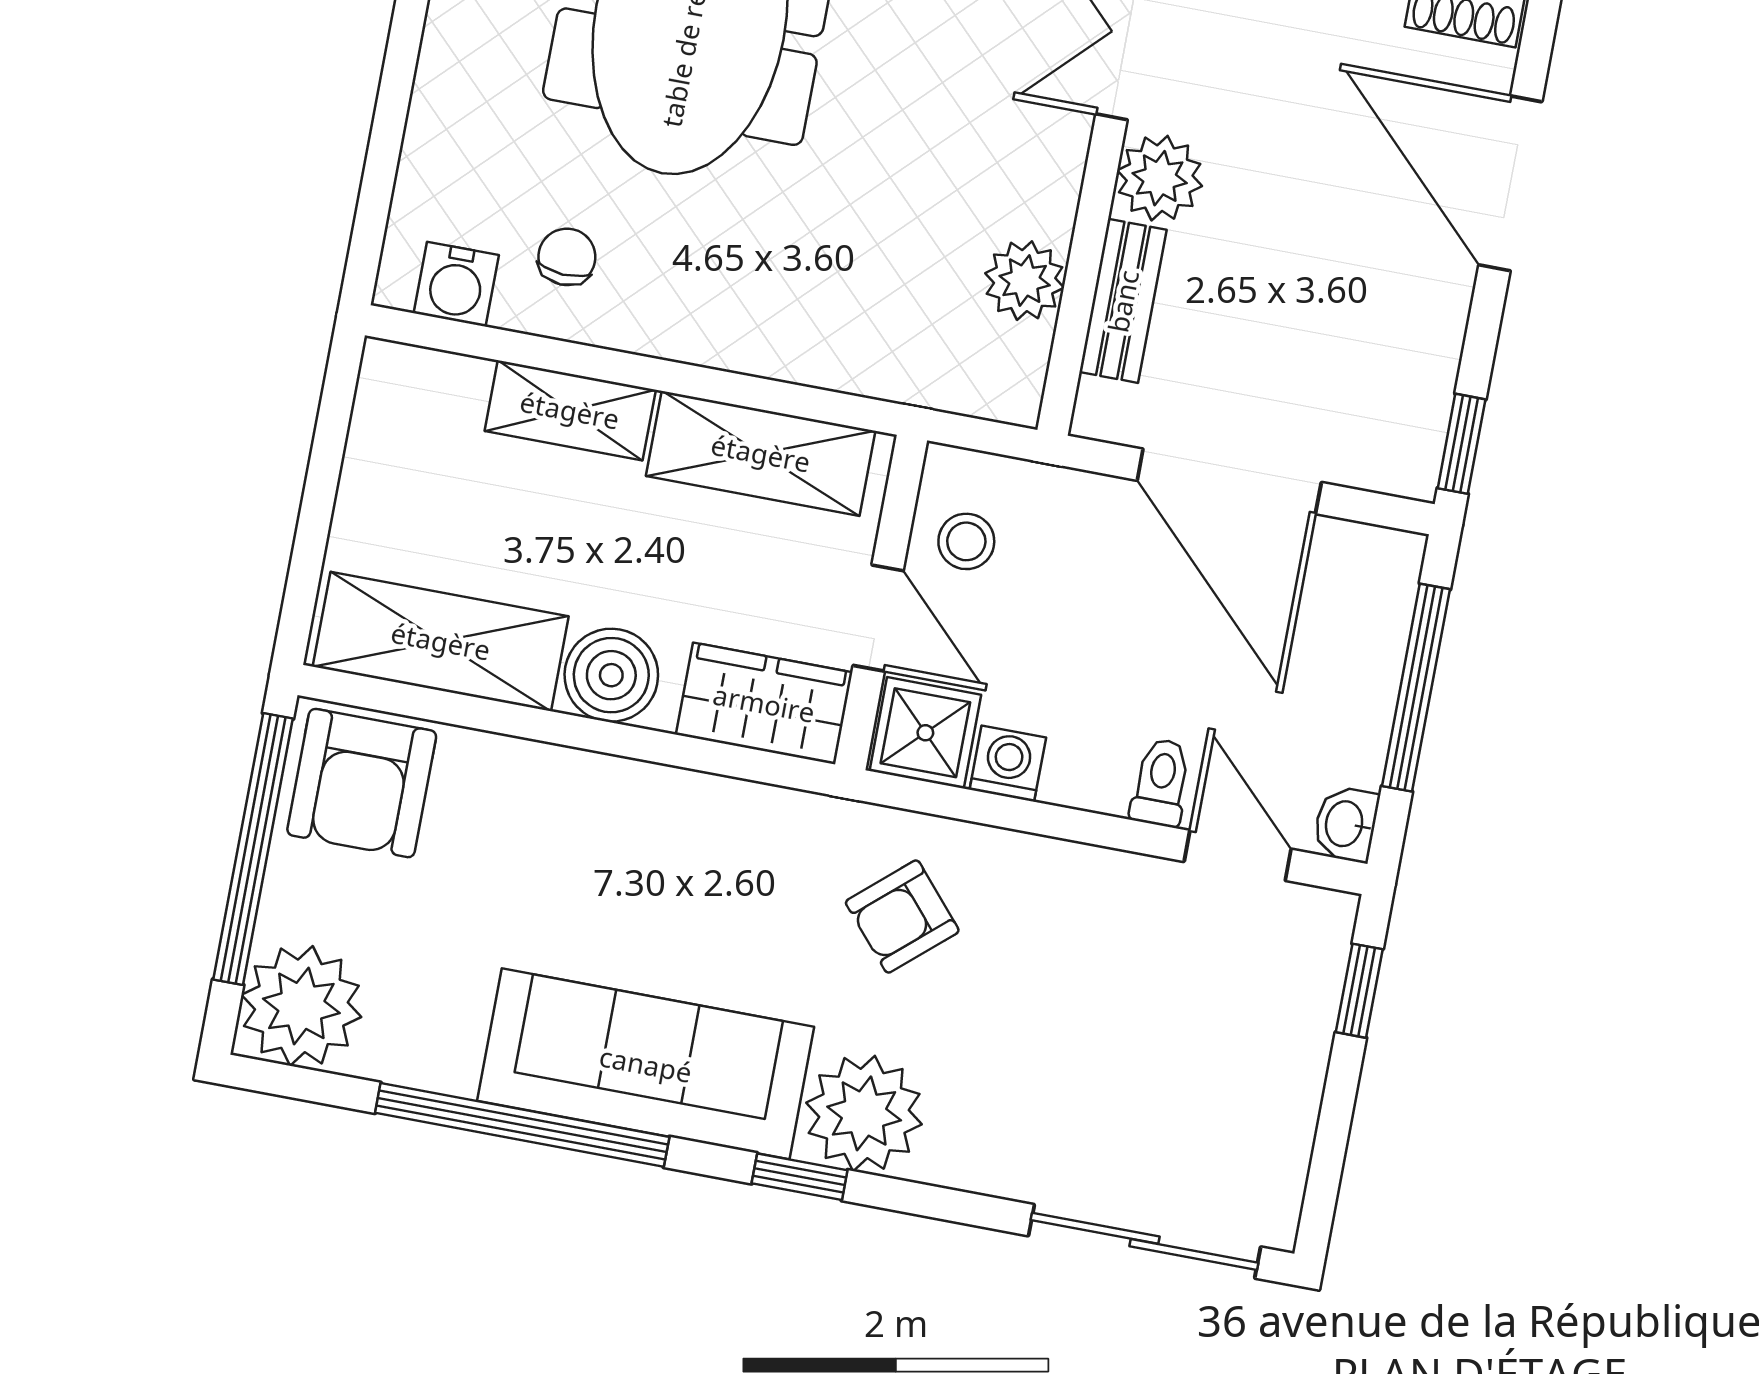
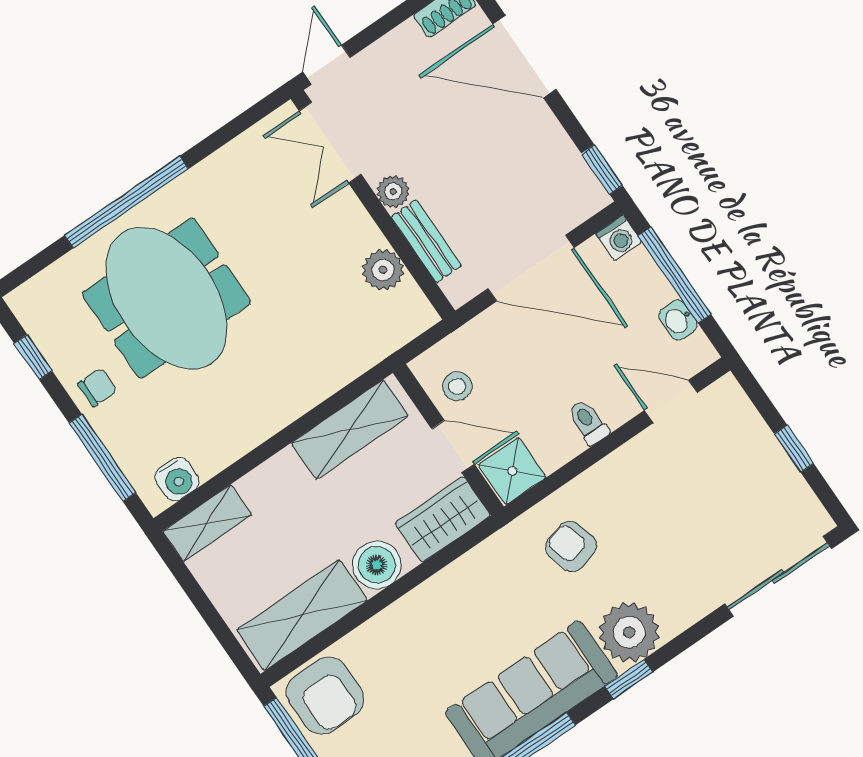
window: (383, 153) -> (102, 458), added
plant: (1160, 178) -> (393, 192), width x0.73, depth x0.73
chair: (567, 257) -> (97, 387), moved, turned 87
shelving: (570, 410) -> (207, 523), moved
washing machine: (1008, 764) -> (619, 238), moved, turned 180
toilet: (1161, 782) -> (588, 422), moved
washbasin: (1346, 824) -> (678, 320), moved
armchair: (902, 917) -> (571, 547), turned 115
window: (1359, 991) -> (794, 449), moved

